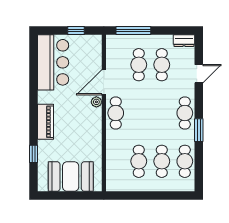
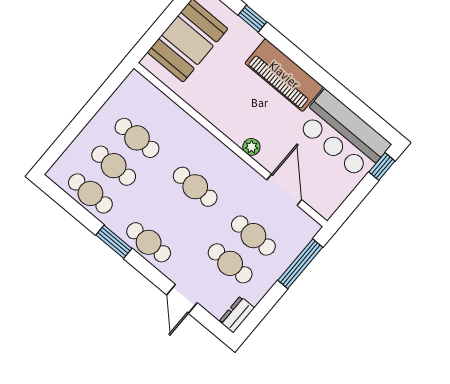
window: (76, 30) -> (382, 166), moved
door: (104, 82) -> (284, 190), moved
cafe table: (116, 113) -> (195, 187), moved
piano: (46, 122) -> (284, 75), width x1.37, depth x1.33

